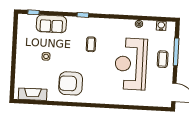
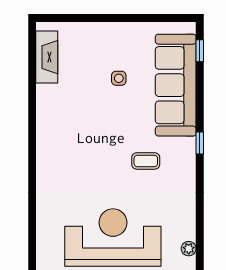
sofa: (51, 24) -> (176, 85), width x1.85, depth x1.27
armchair: (71, 83) -> (71, 127), removed

